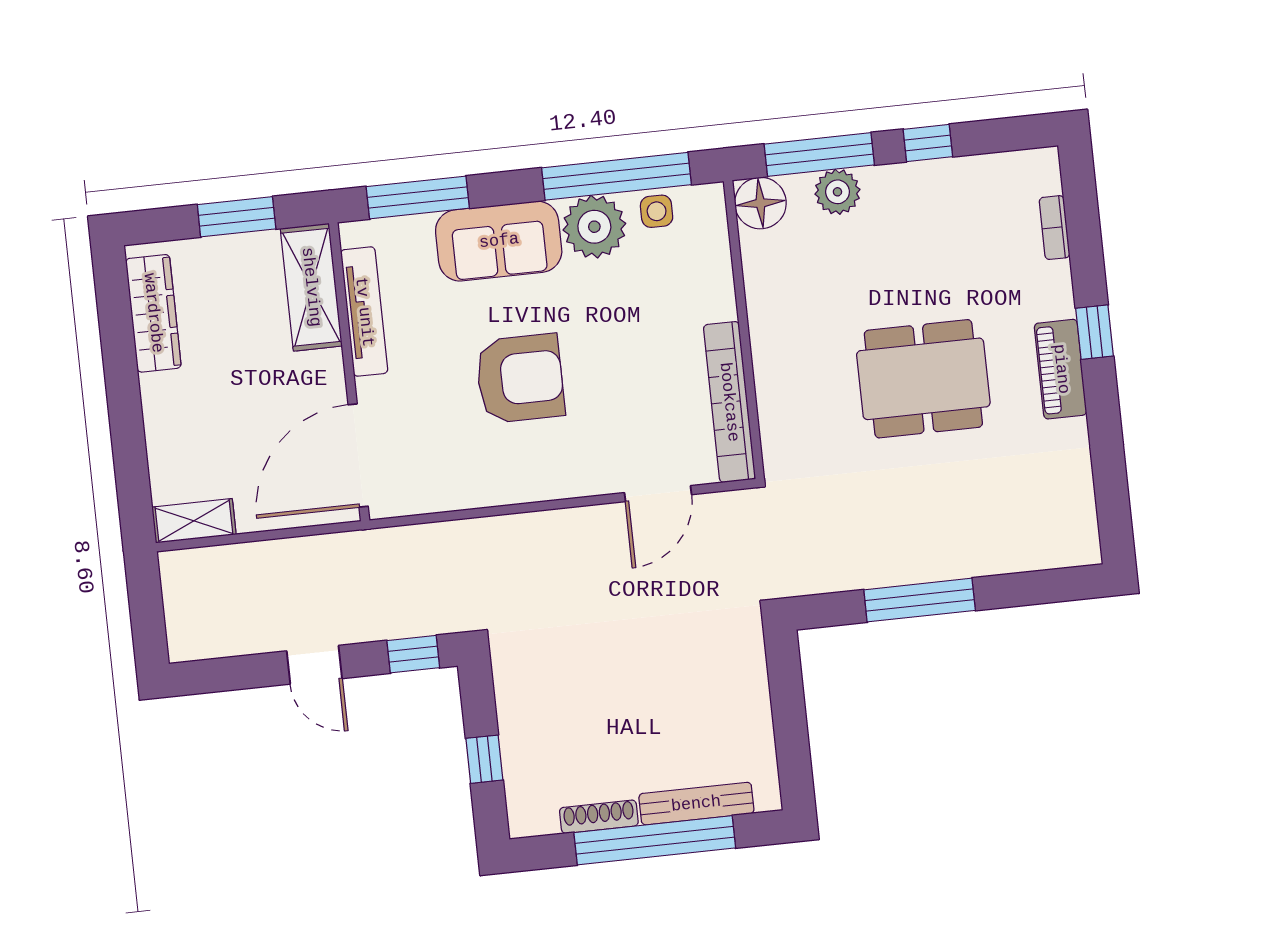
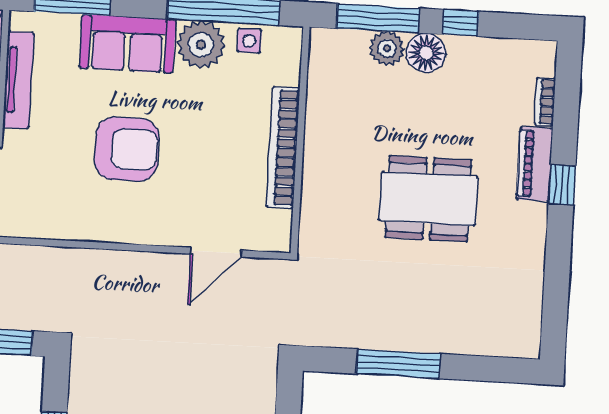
floor lamp: (760, 203) -> (426, 53), moved
piano: (1061, 369) -> (535, 164), moved
bookcase: (729, 402) -> (283, 148), moved

